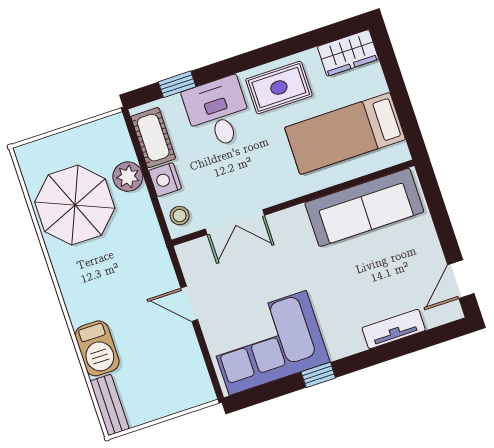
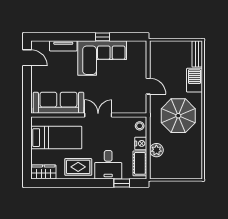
parasol: (75, 205) -> (178, 116), moved
double door: (235, 222) -> (98, 115), moved
door: (461, 279) -> (27, 58), hinge flipped
corner sofa: (268, 343) -> (102, 58), moved

